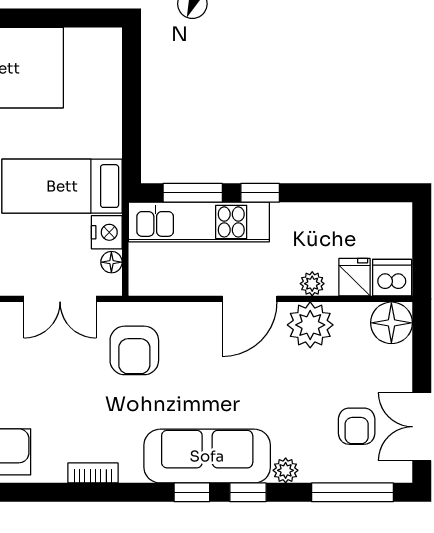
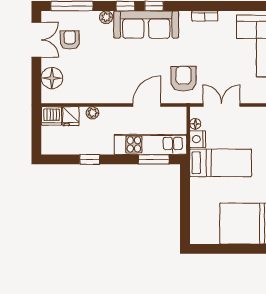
window: (260, 193) -> (90, 159), moved
door: (250, 299) -> (147, 105), moved
floor lamp: (391, 323) -> (52, 78), moved
plant: (310, 325) -> (93, 92), removed

